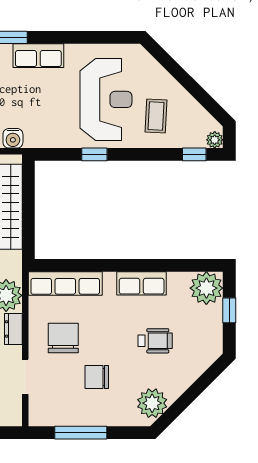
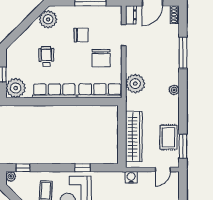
row of seats: (142, 283) -> (54, 91), width x1.48
dresser: (13, 329) -> (131, 15), moved
wheelchair: (155, 341) -> (46, 57), turned 89

